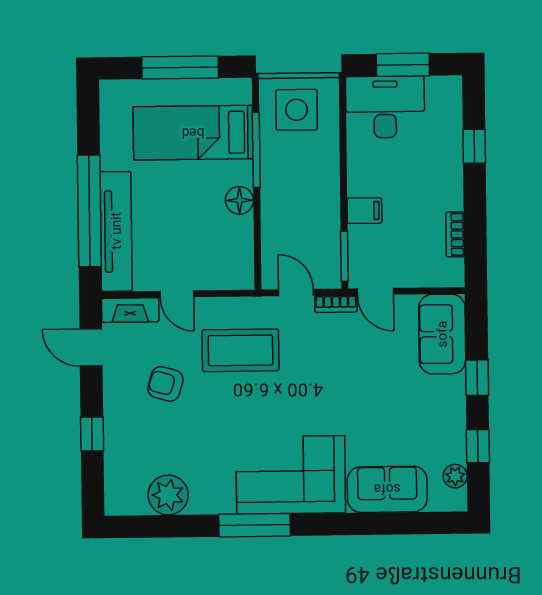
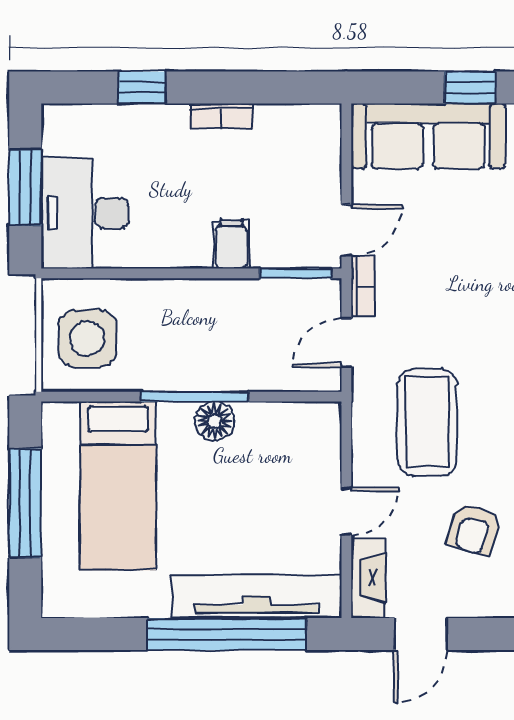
window: (256, 150) -> (195, 397), moved
bookcase: (455, 234) -> (221, 116), moved
sofa: (442, 334) -> (428, 136), width x1.36

